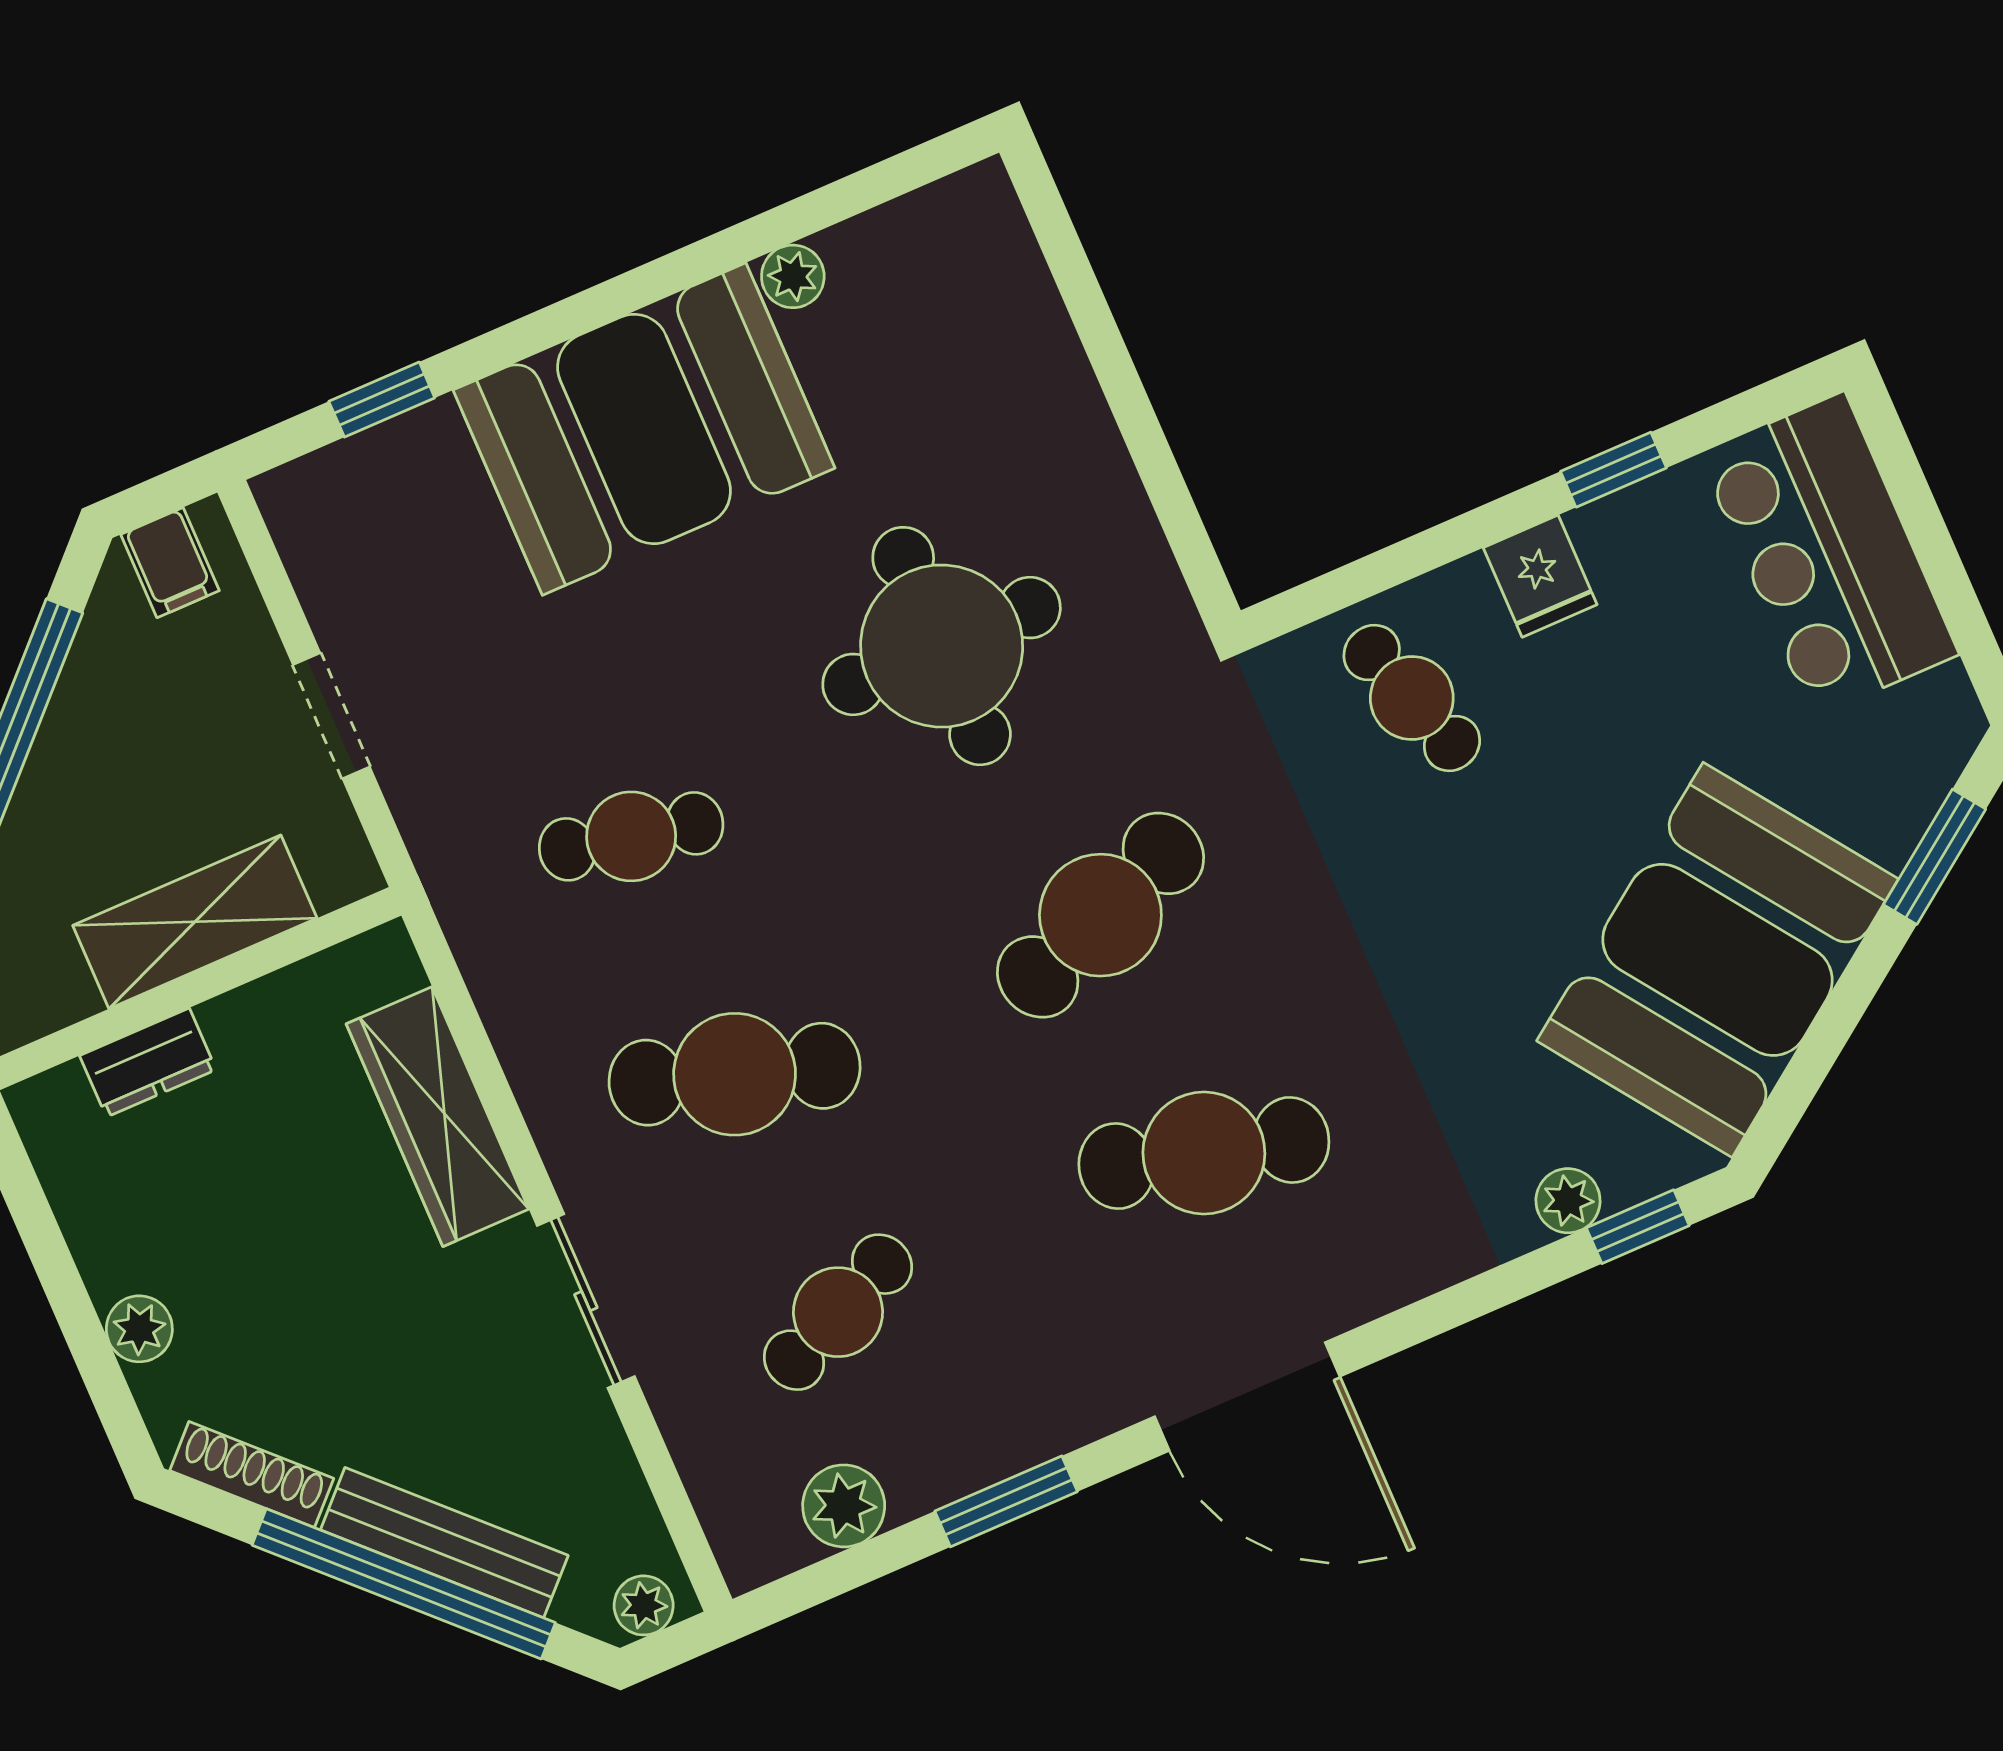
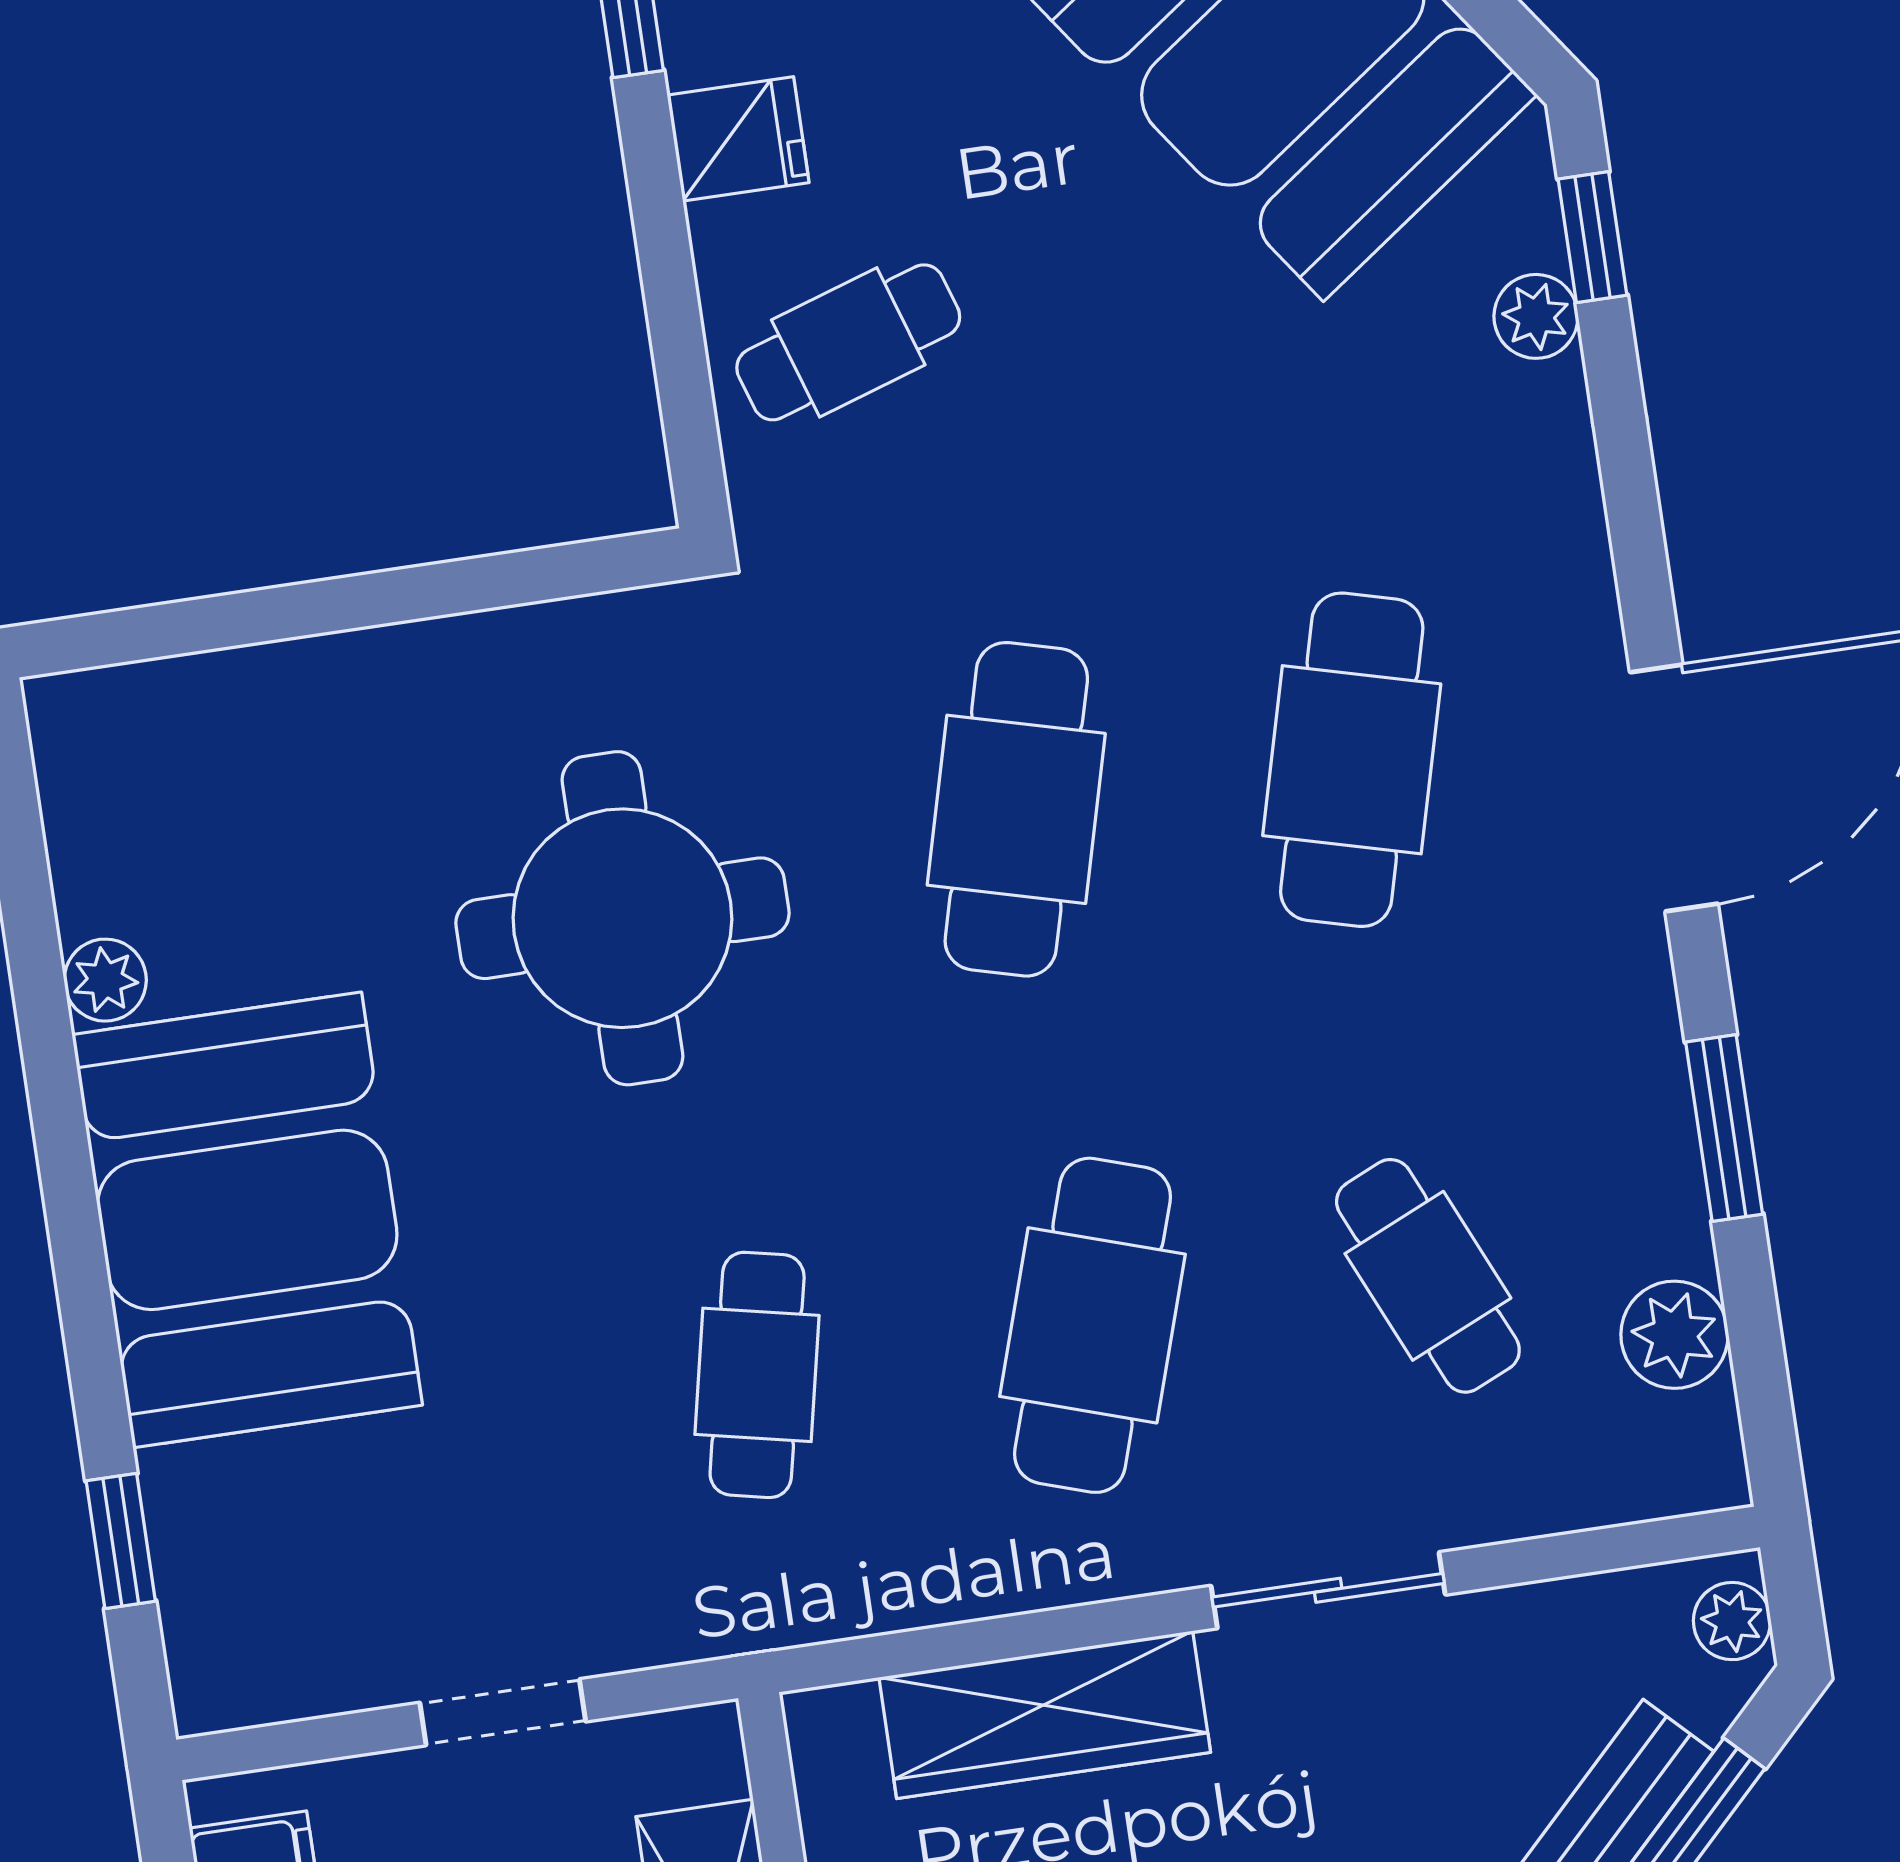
cafe table: (1100, 915) -> (1016, 809), turned 36

